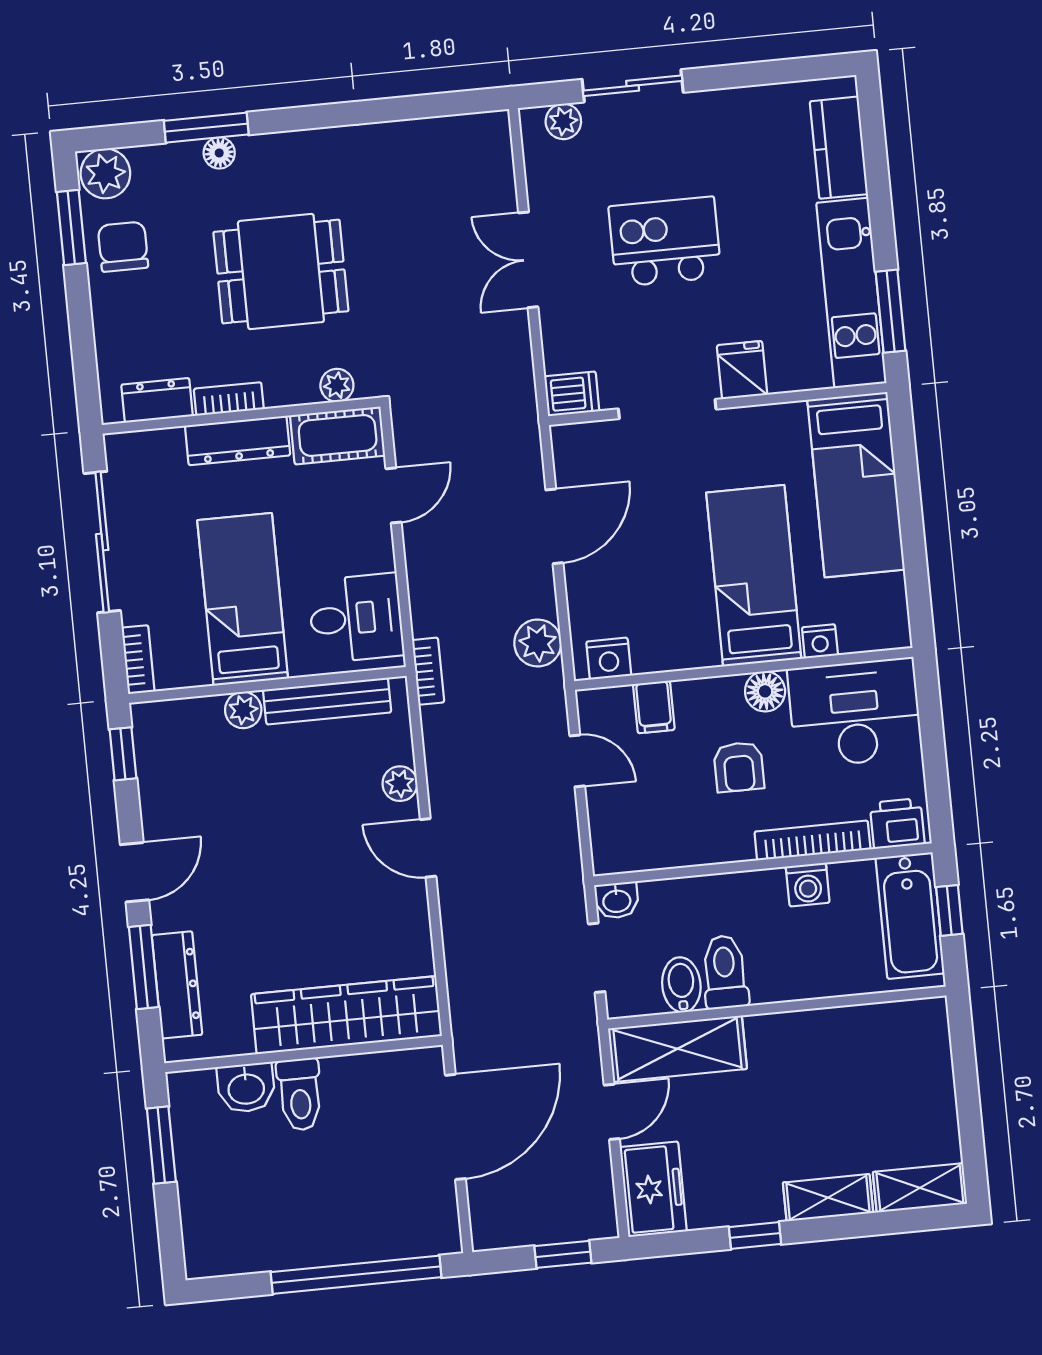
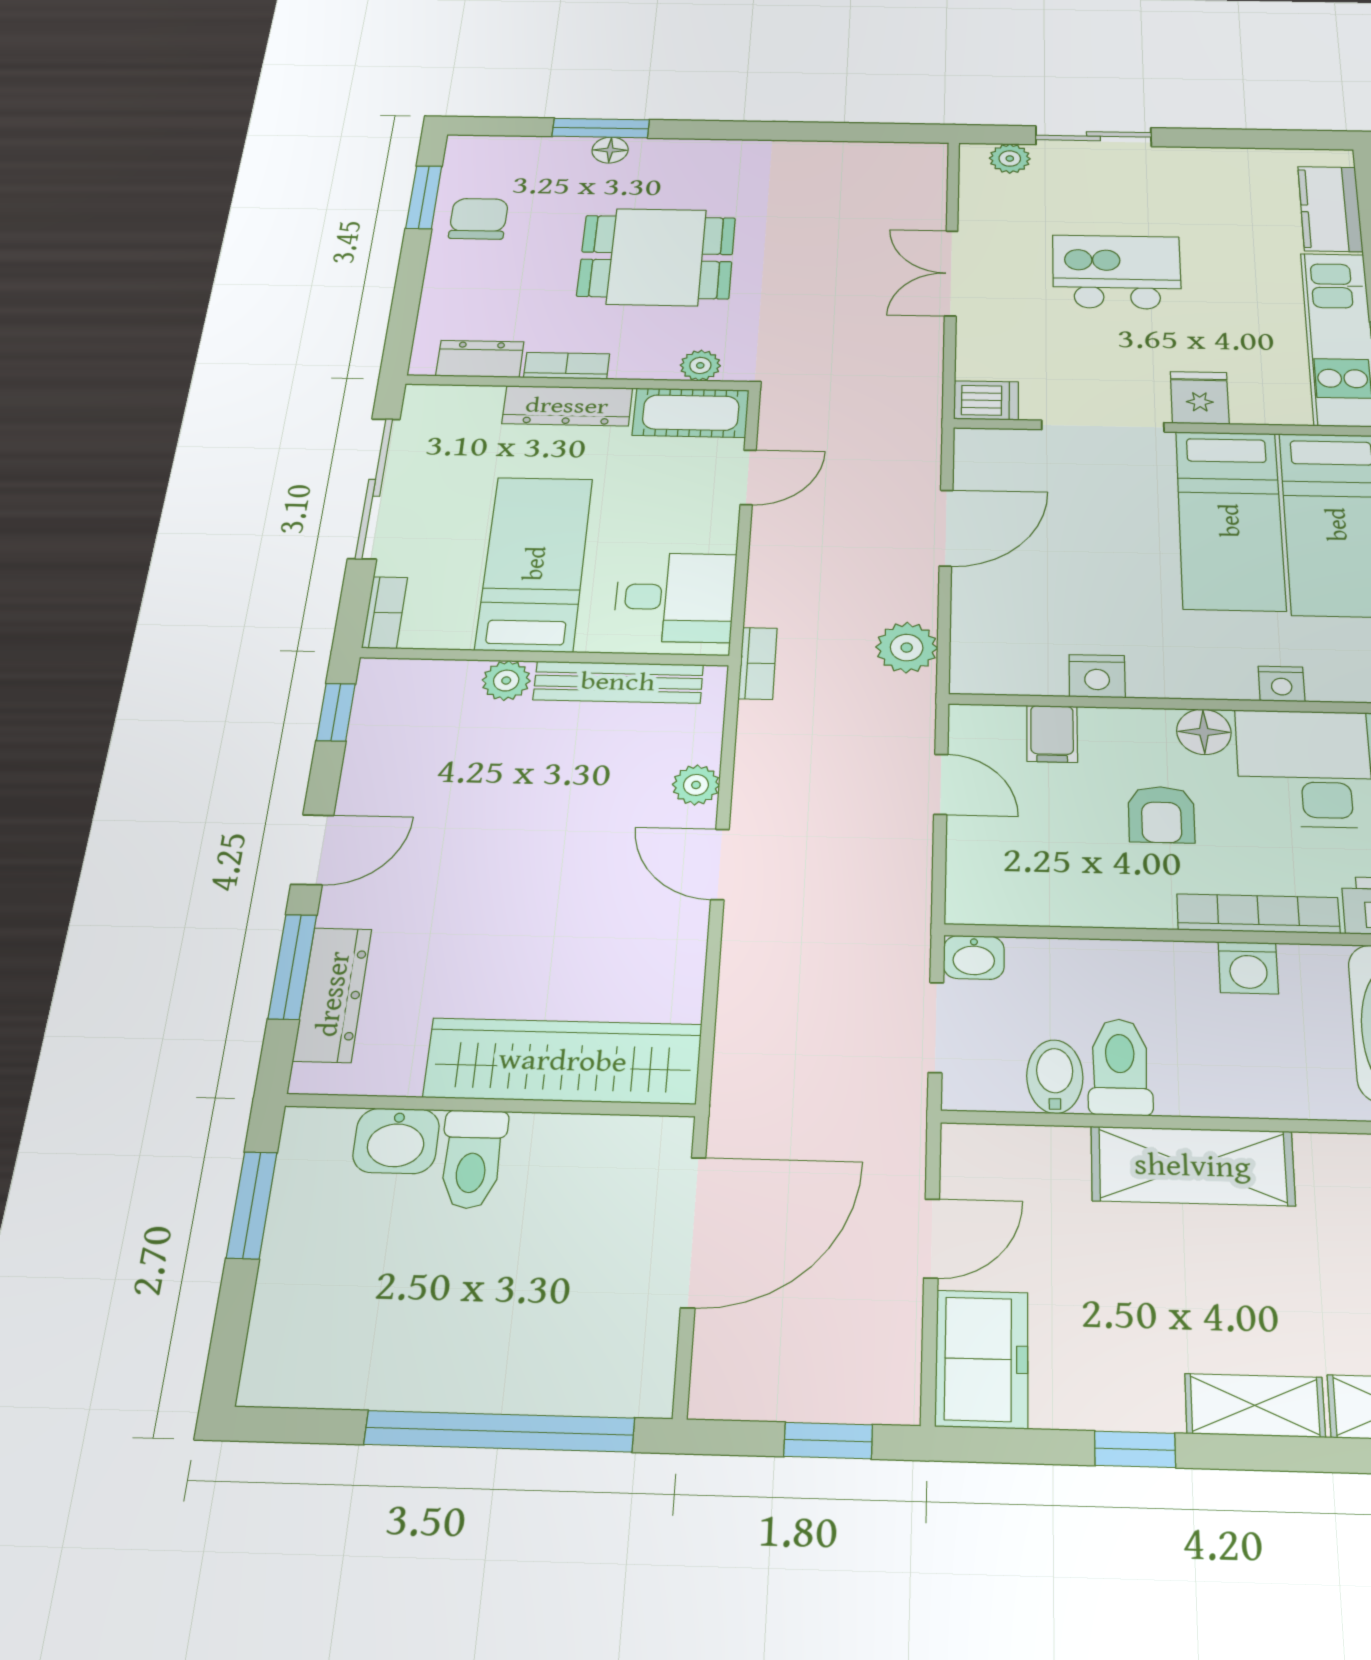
plant: (105, 173) -> (476, 156), removed
bed: (754, 576) -> (1230, 520), moved, turned 180
nightstand: (609, 659) -> (1097, 676), moved
shelving: (677, 1049) -> (1192, 1166), moved

